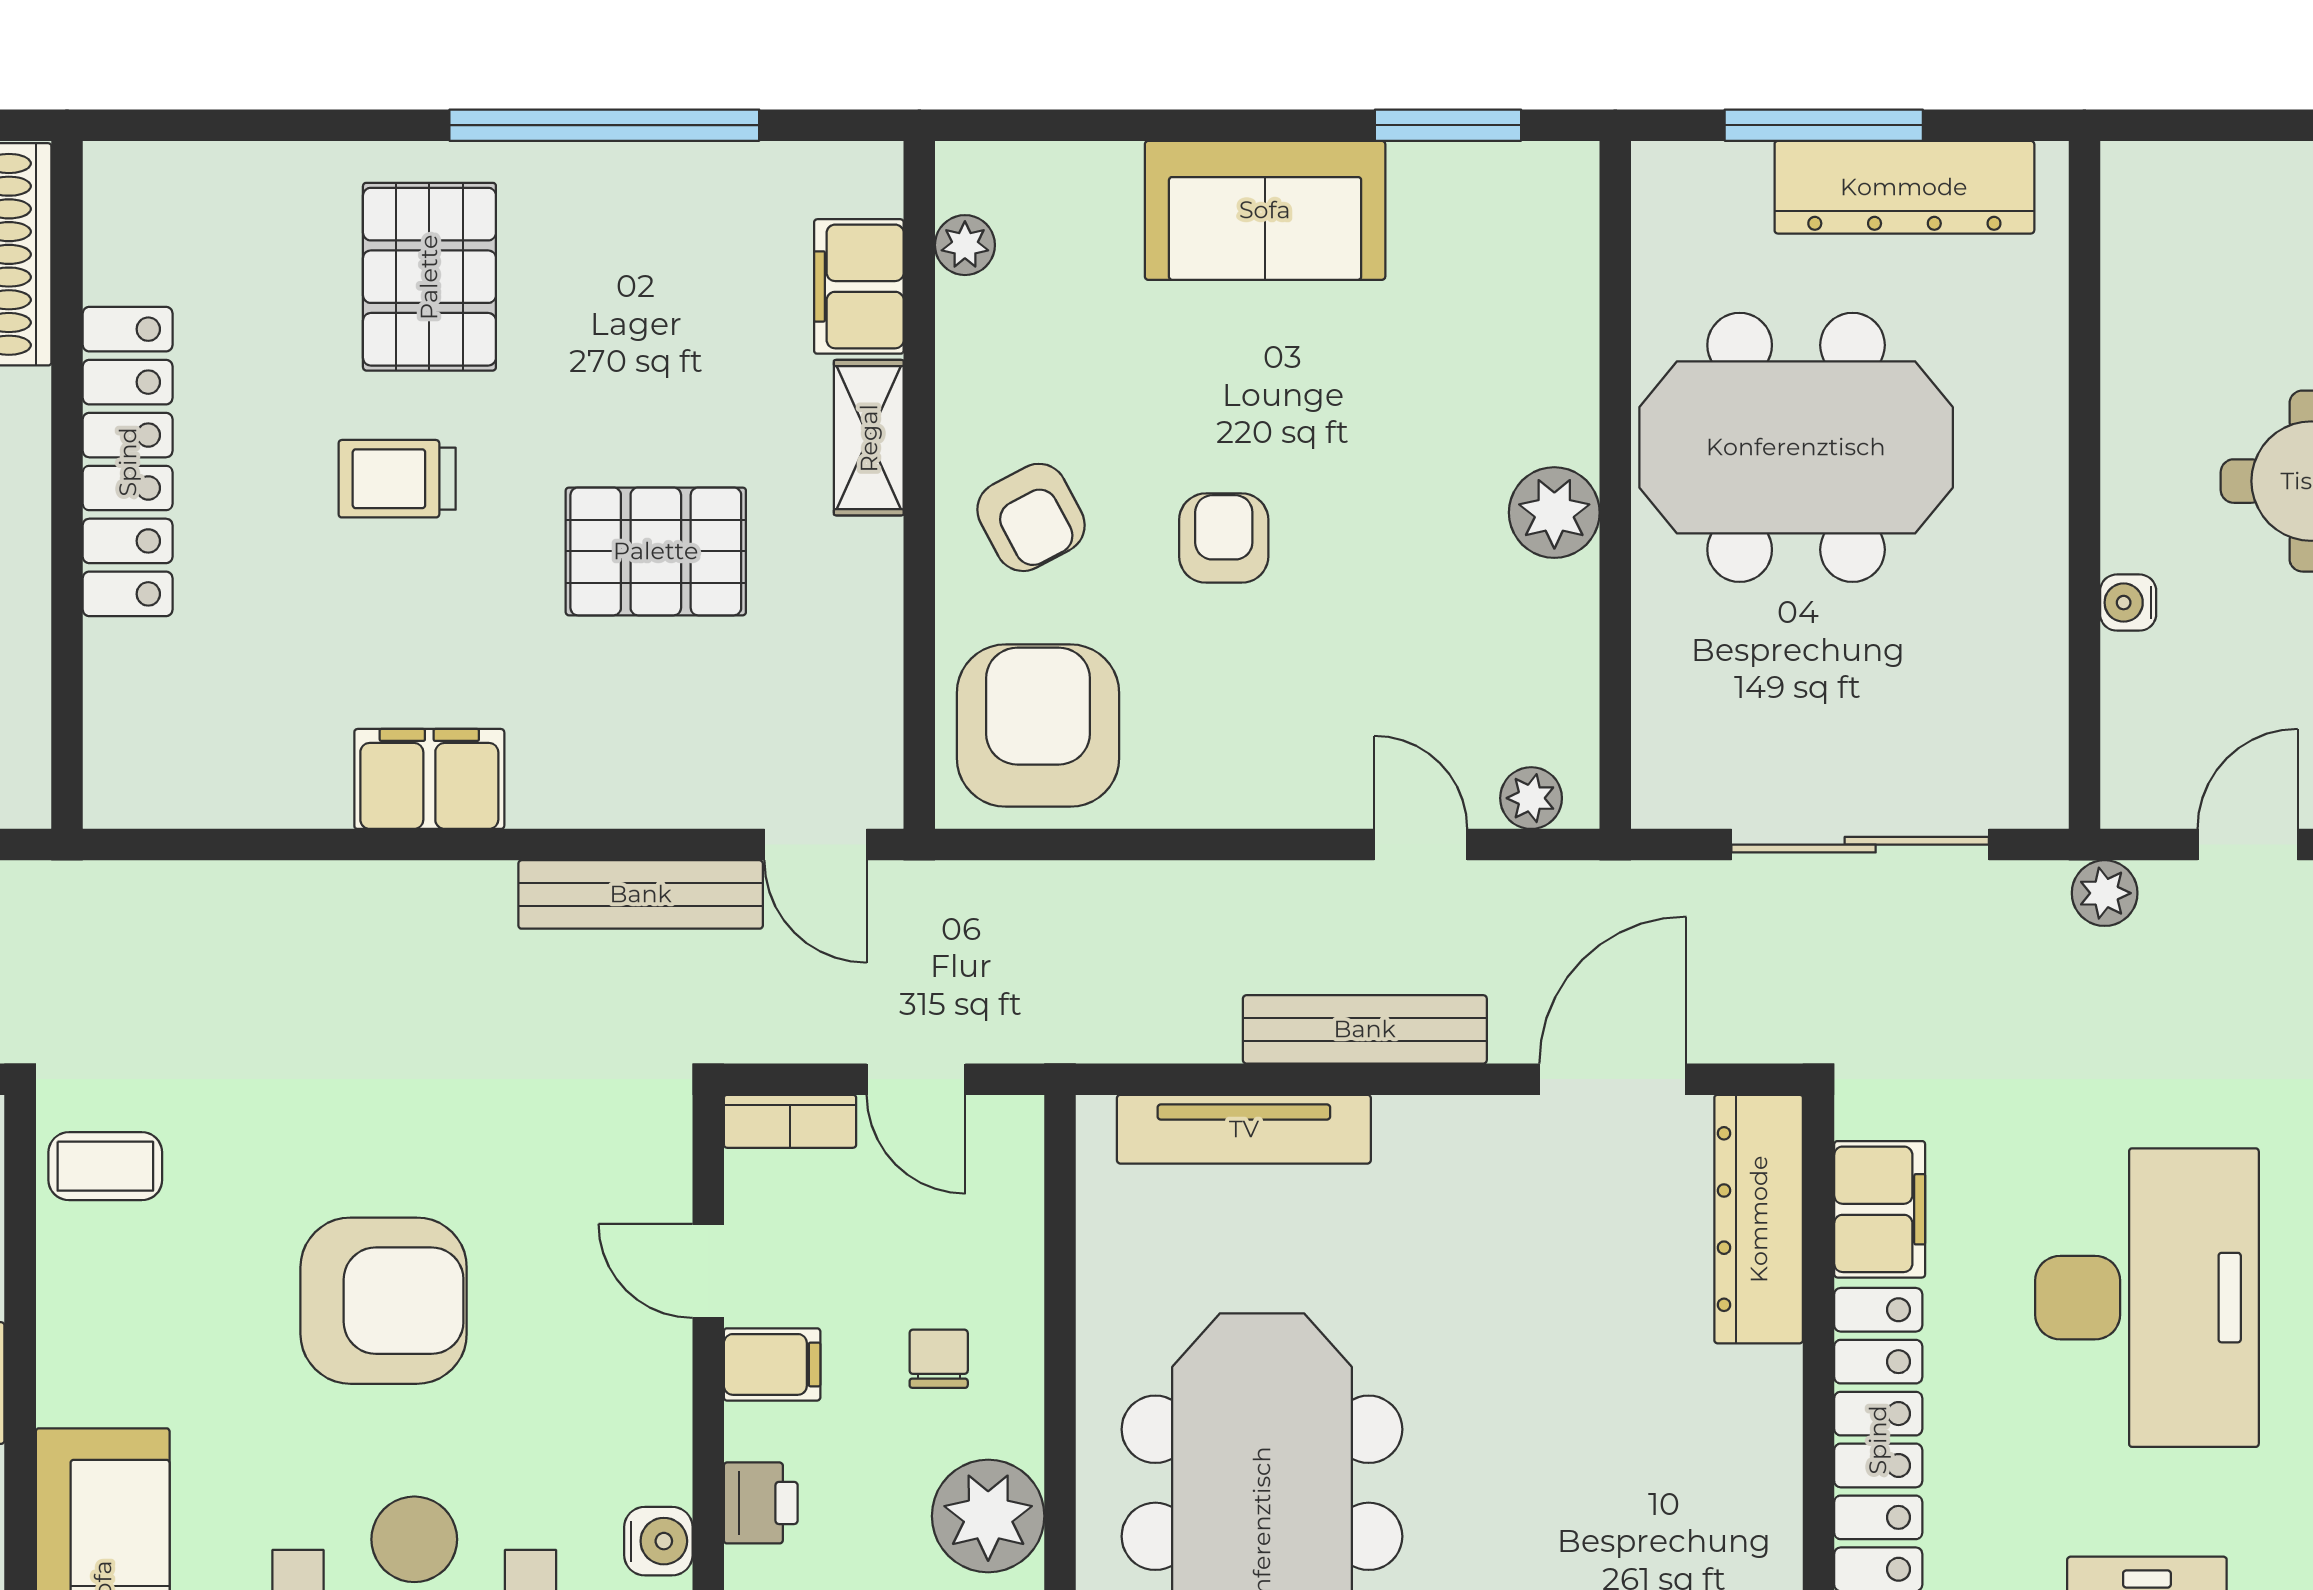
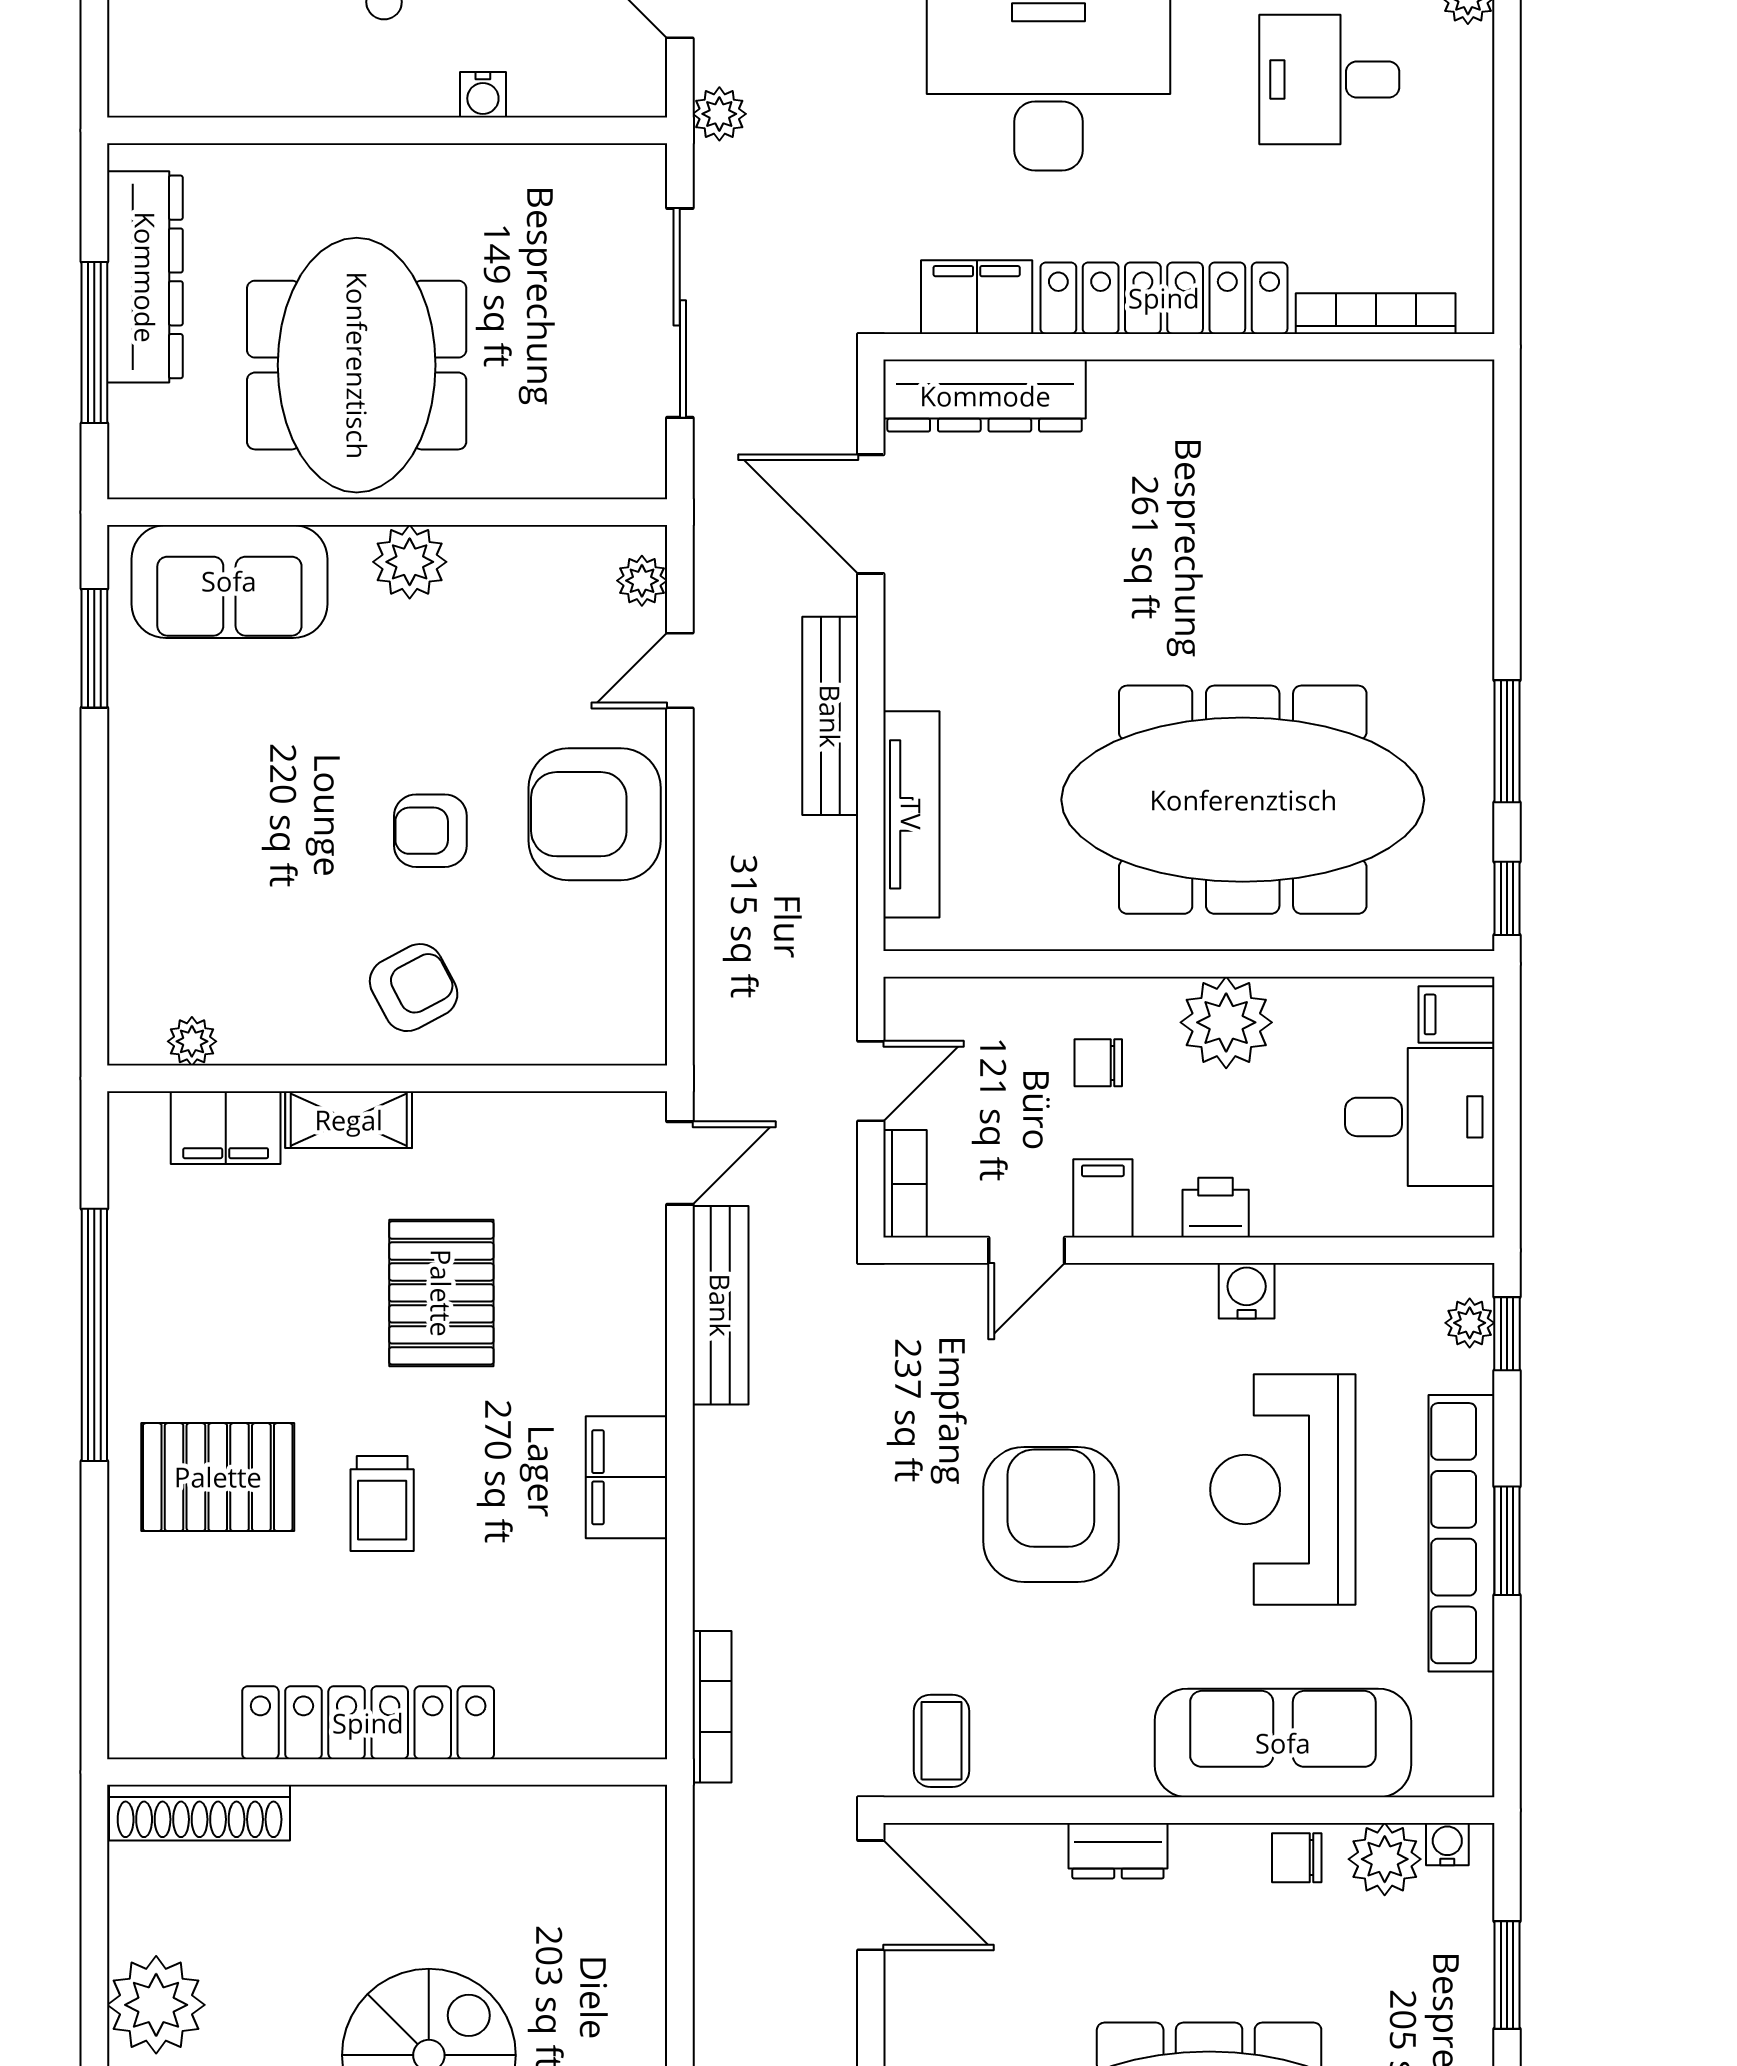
sofa: (1265, 210) -> (229, 581), moved, turned 90
armchair: (1038, 726) -> (595, 814), moved
bookcase: (147, 884) -> (712, 1707), added

